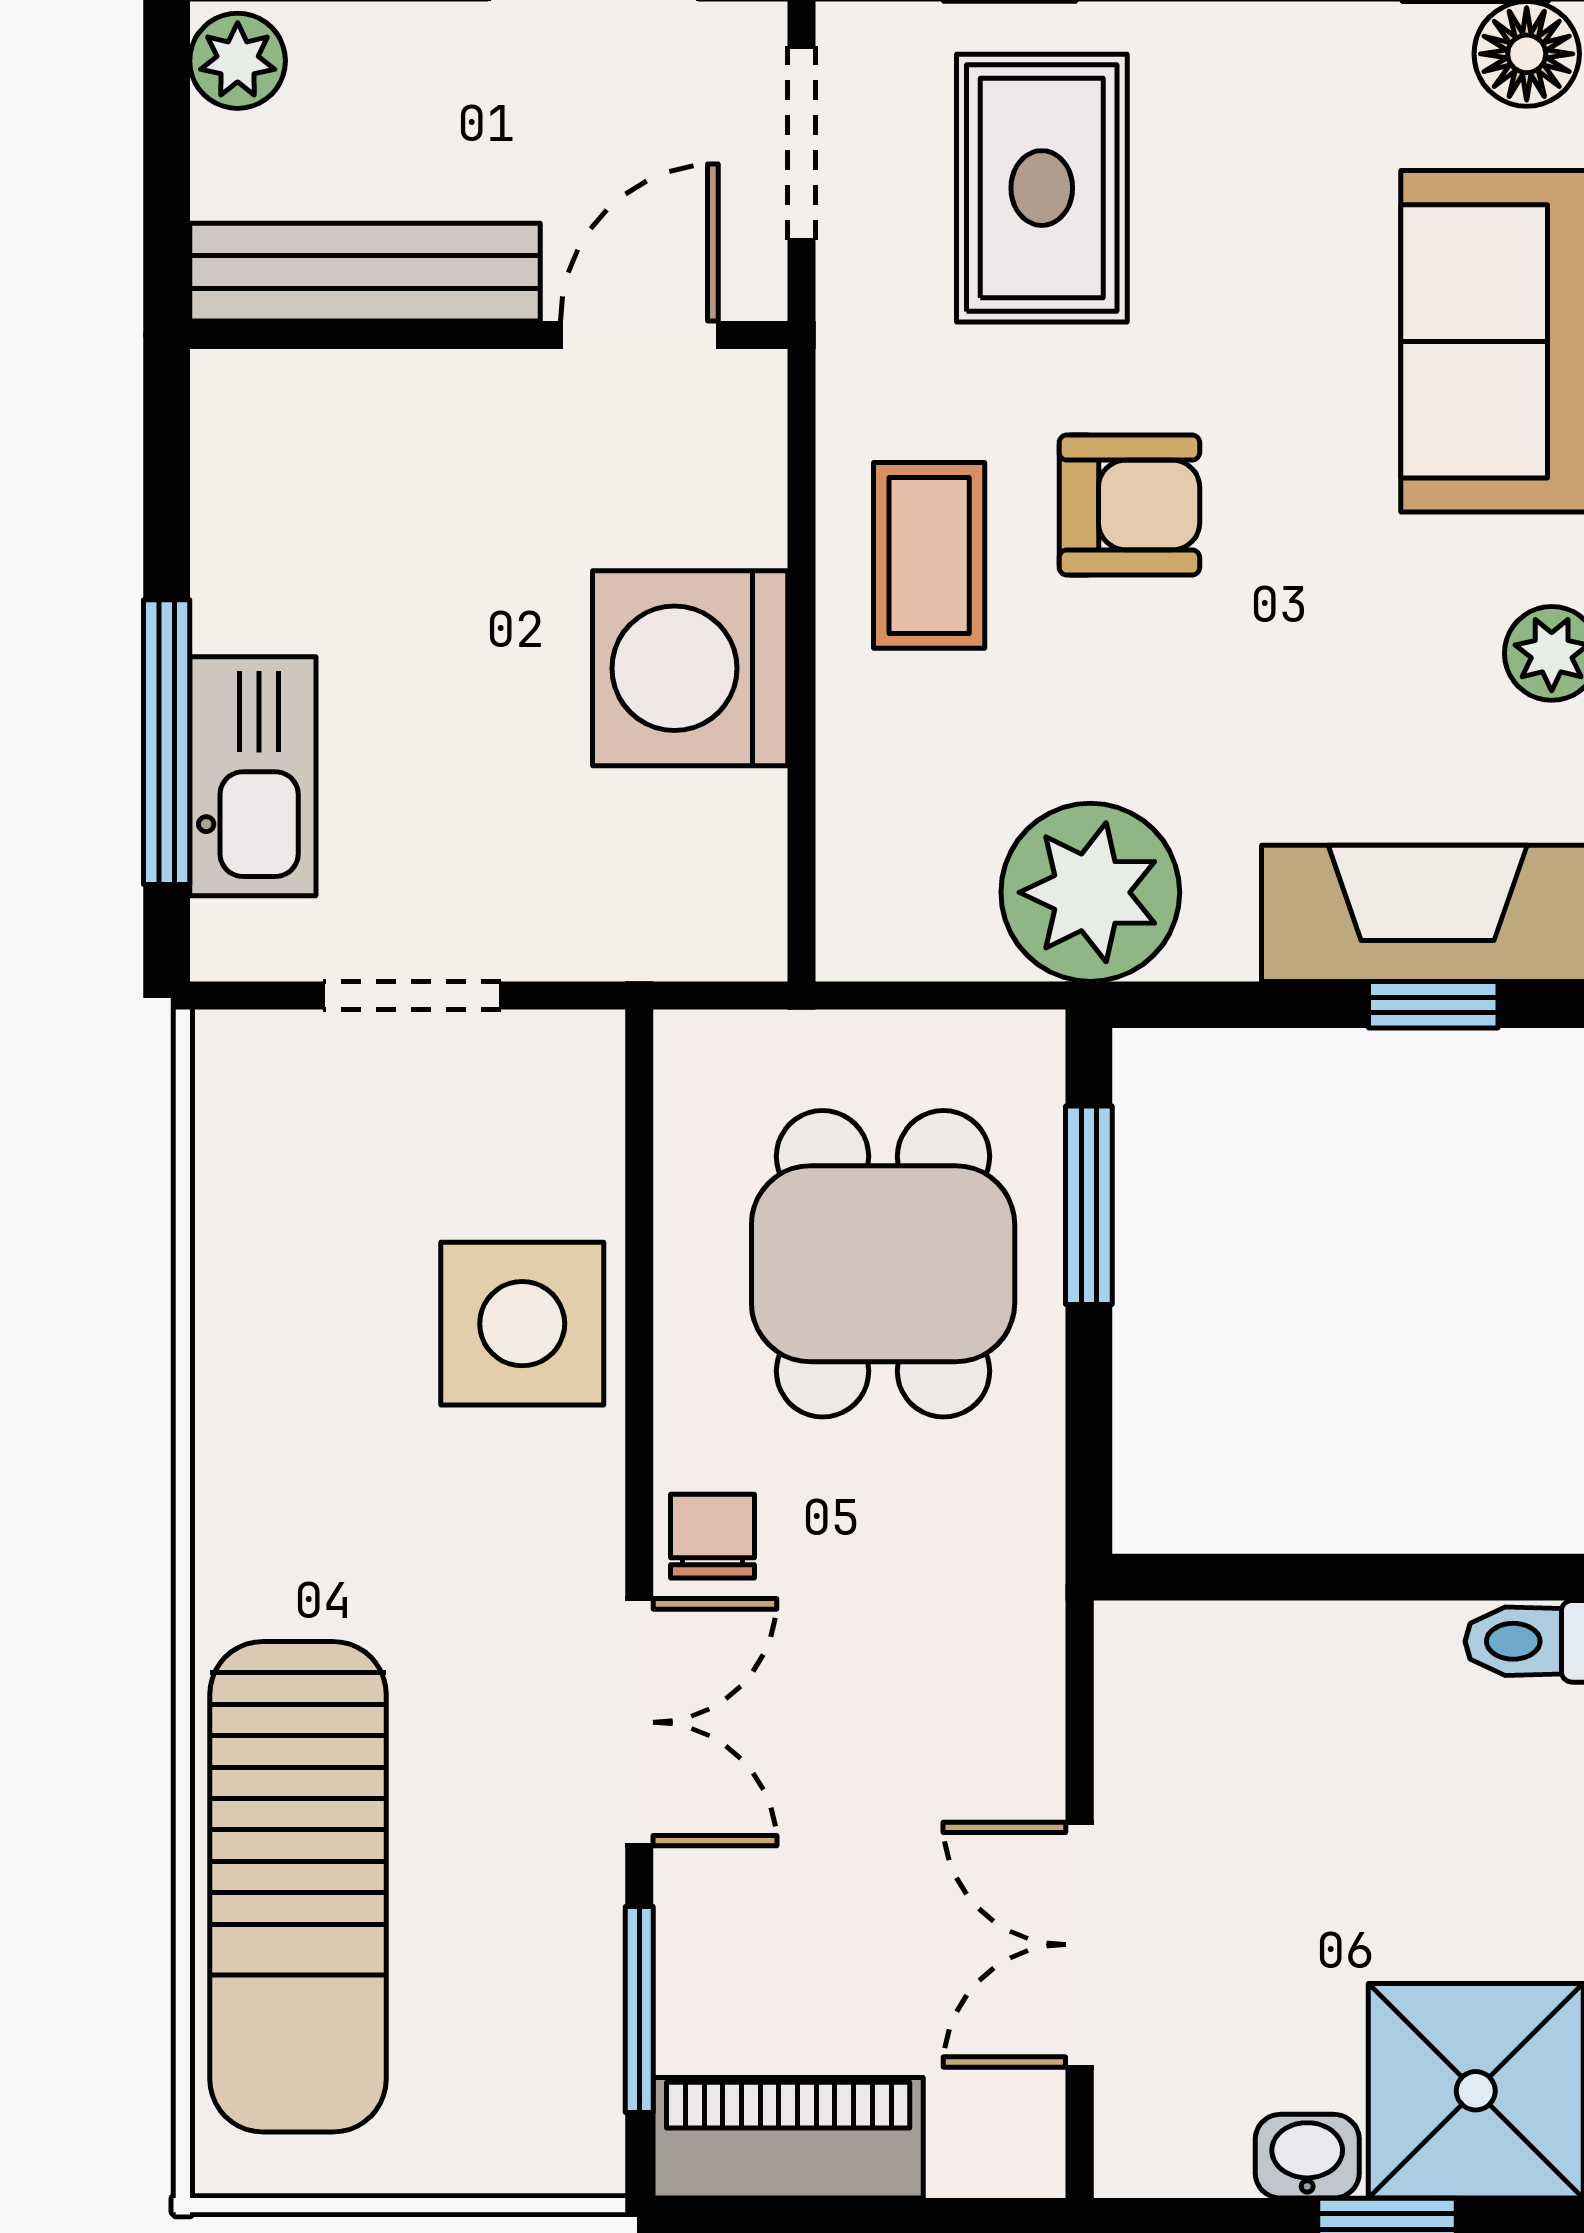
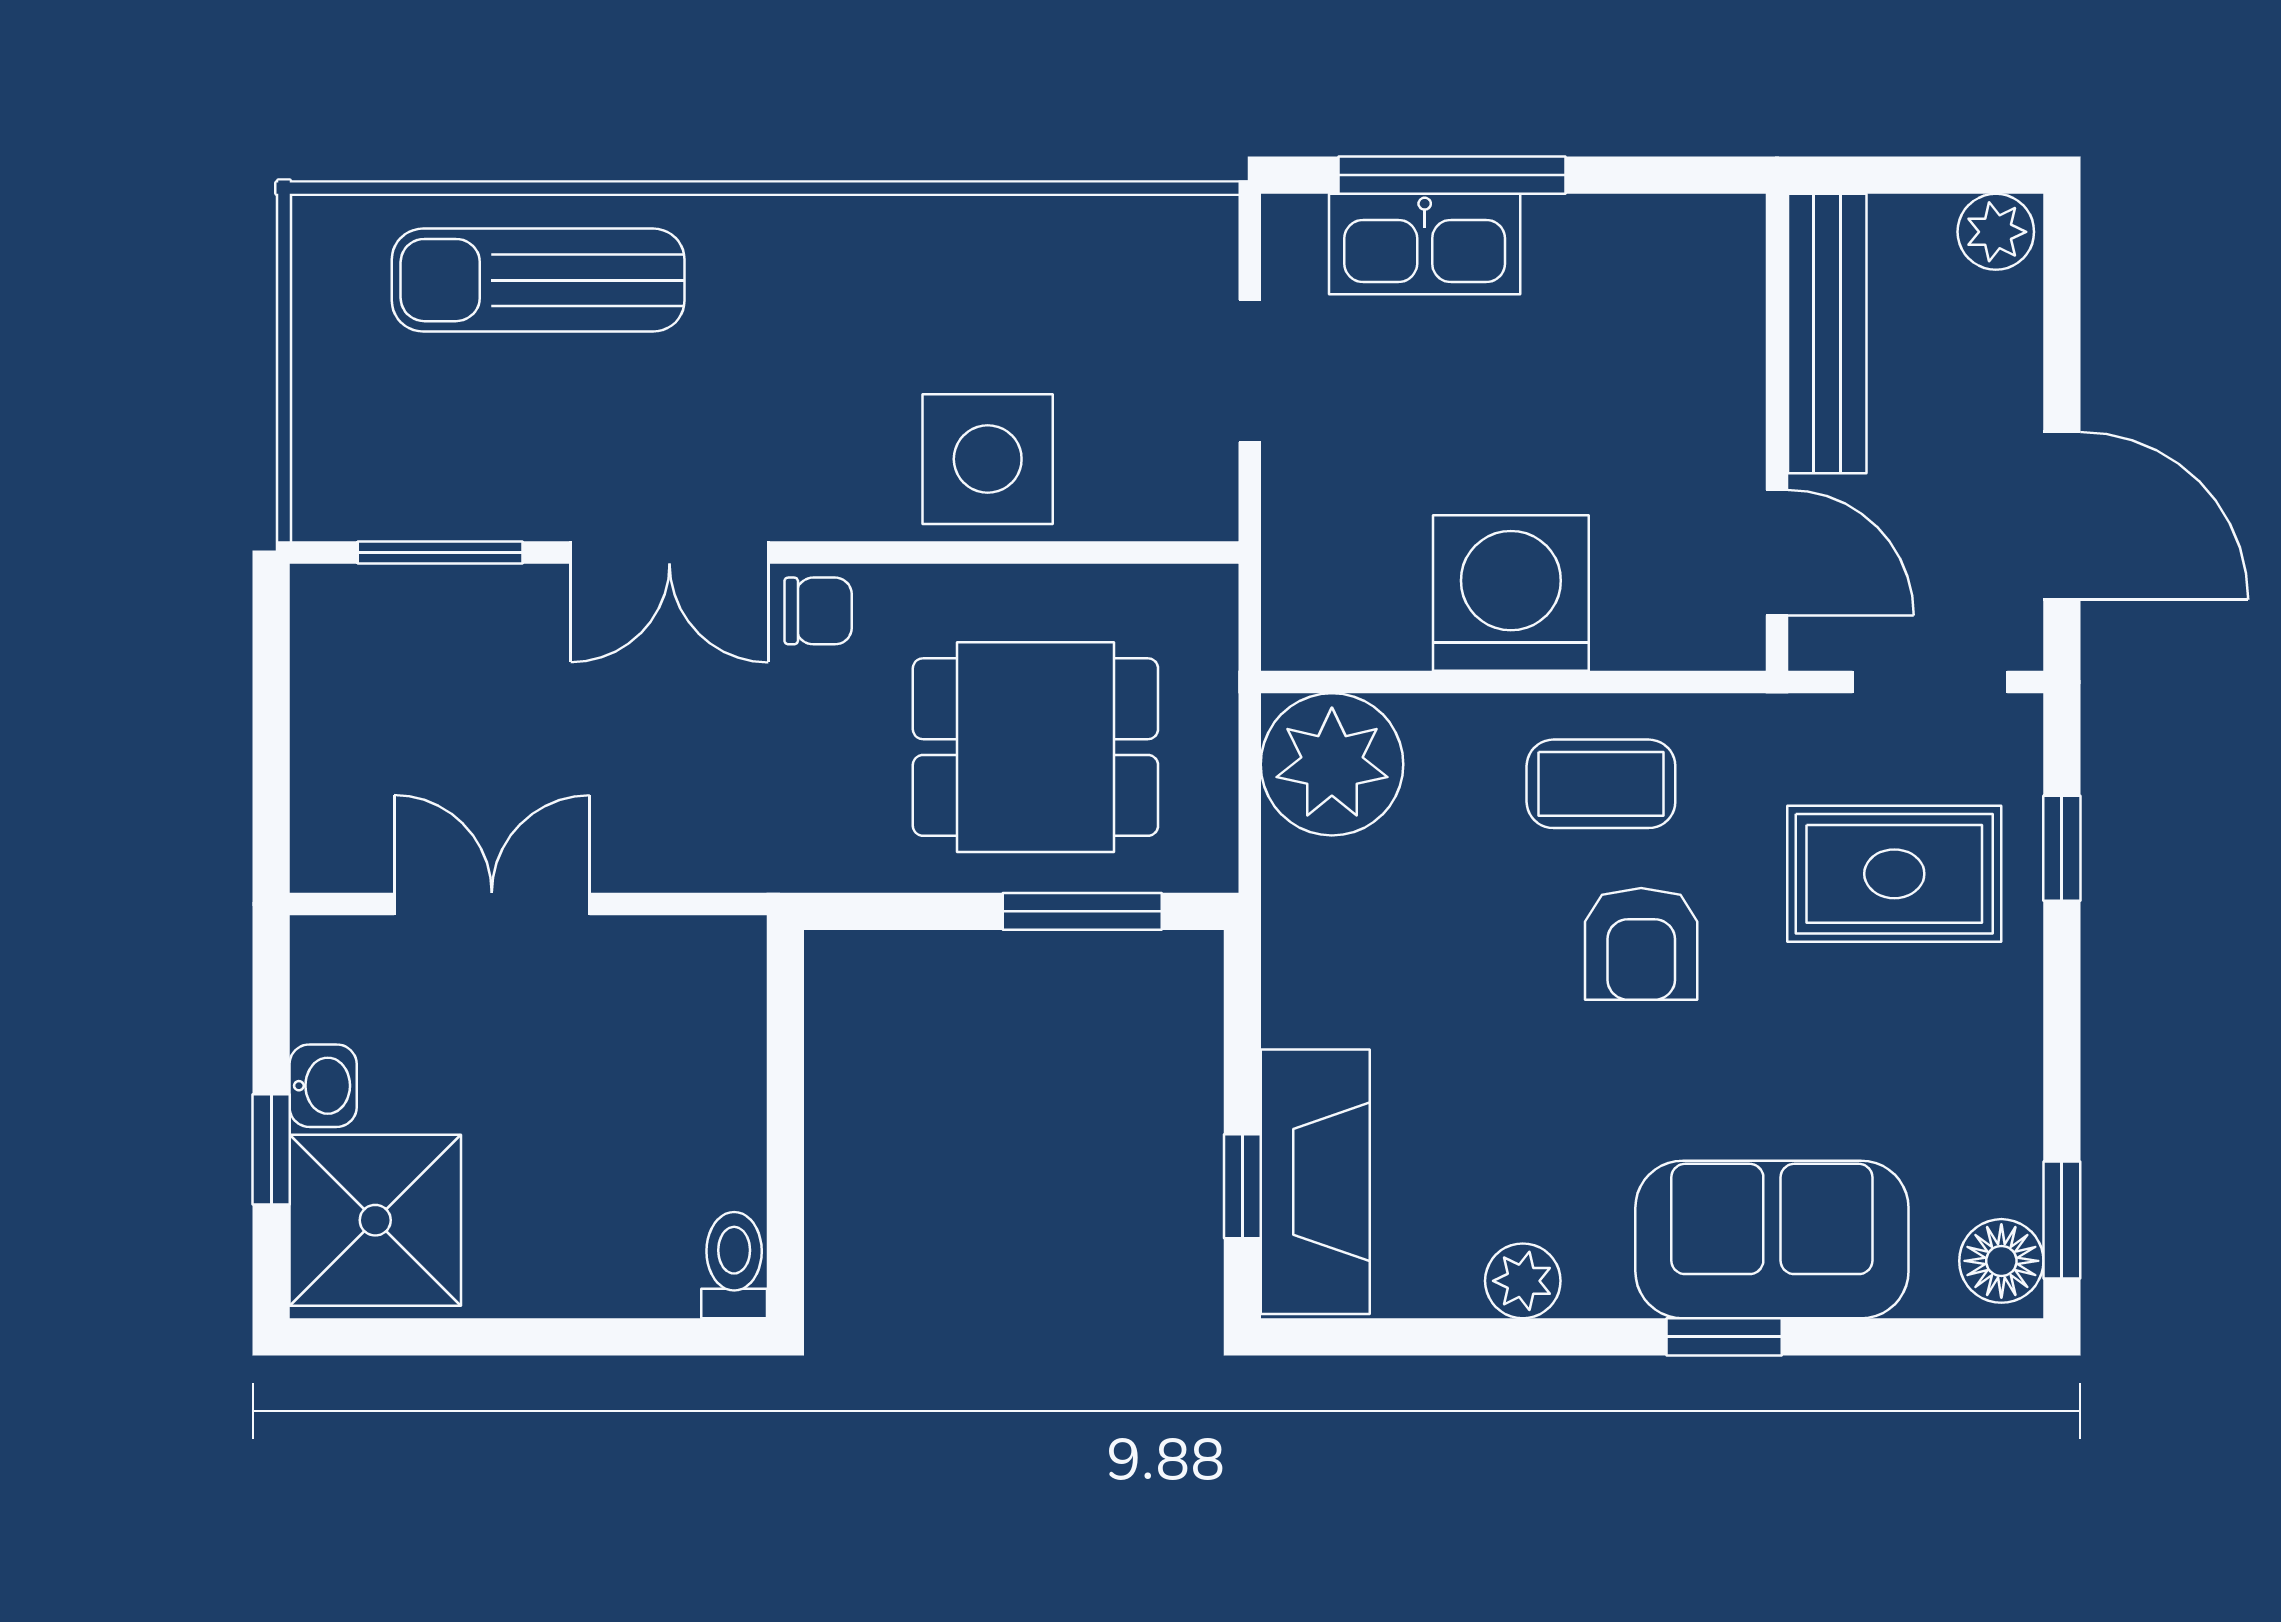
plant: (1090, 892) -> (1332, 764), moved
sun lounger: (298, 1887) -> (538, 280), width x0.73, depth x0.75
piano: (788, 2138) -> (338, 671), removed

